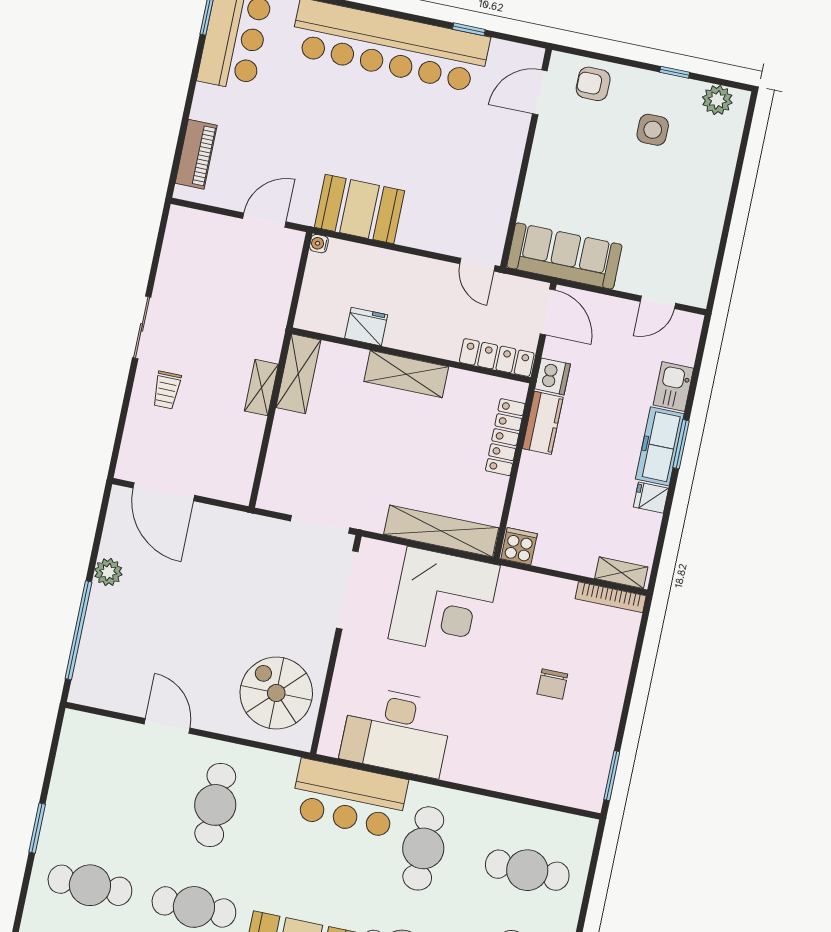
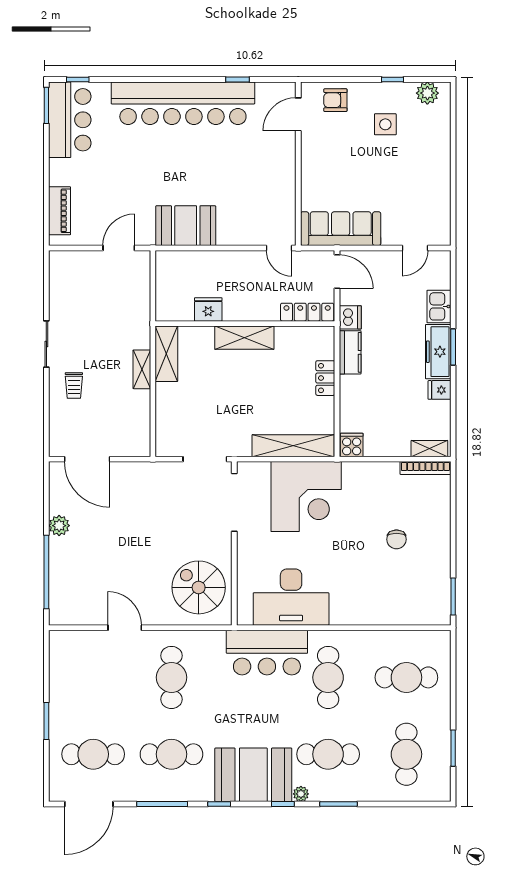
water cooler: (319, 244) -> (162, 257), removed
locker: (505, 437) -> (325, 378), width x0.66

